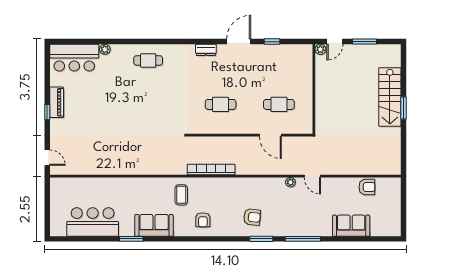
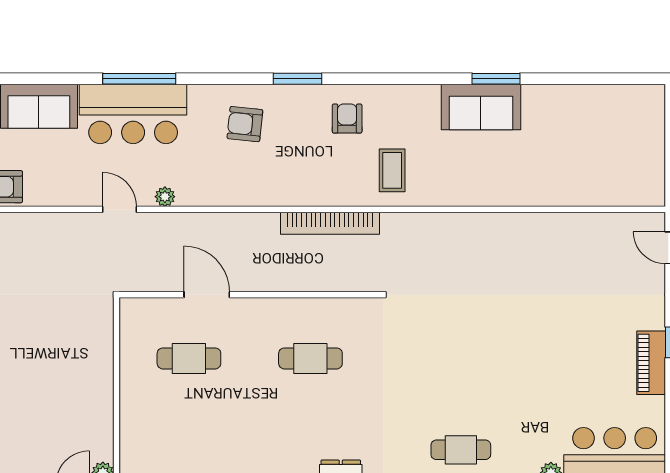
bar counter: (93, 222) -> (133, 114), moved
sofa: (154, 225) -> (481, 107), moved
window: (261, 239) -> (297, 79), moved

